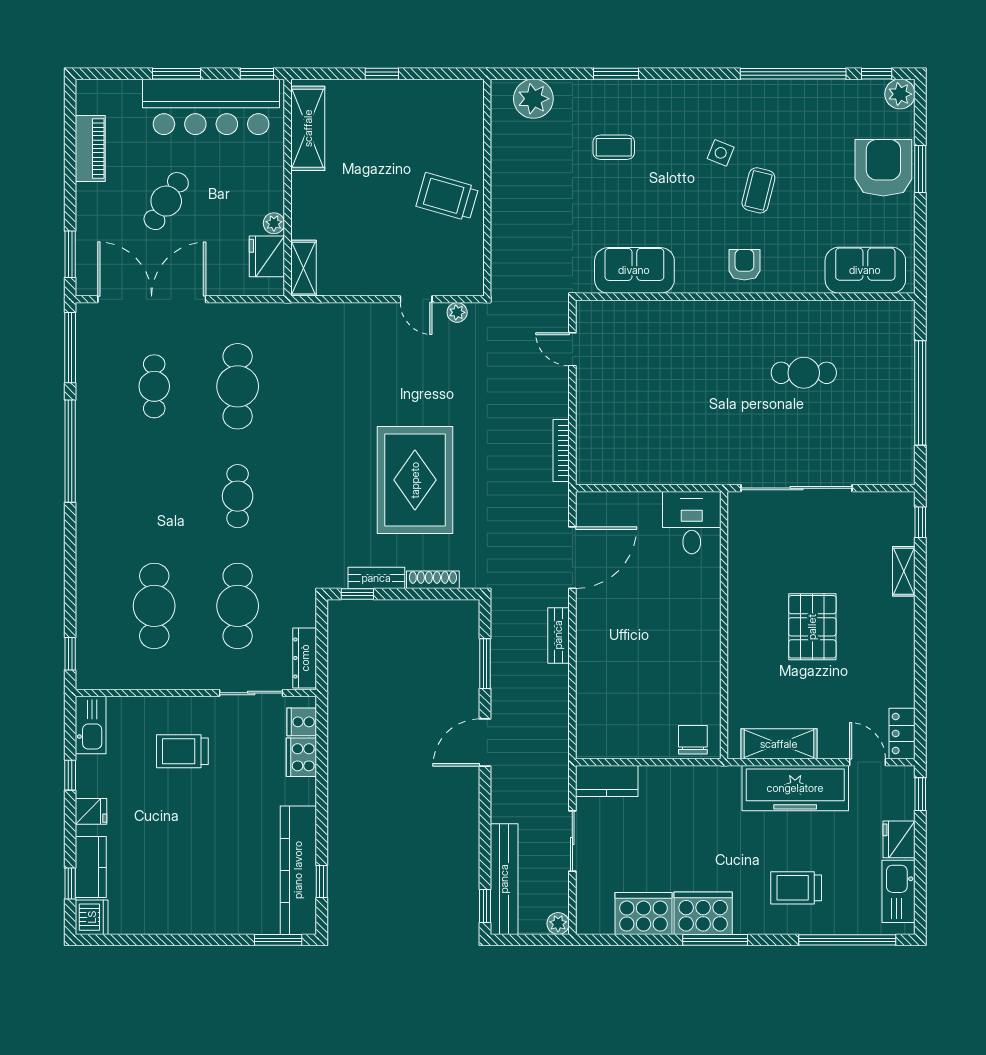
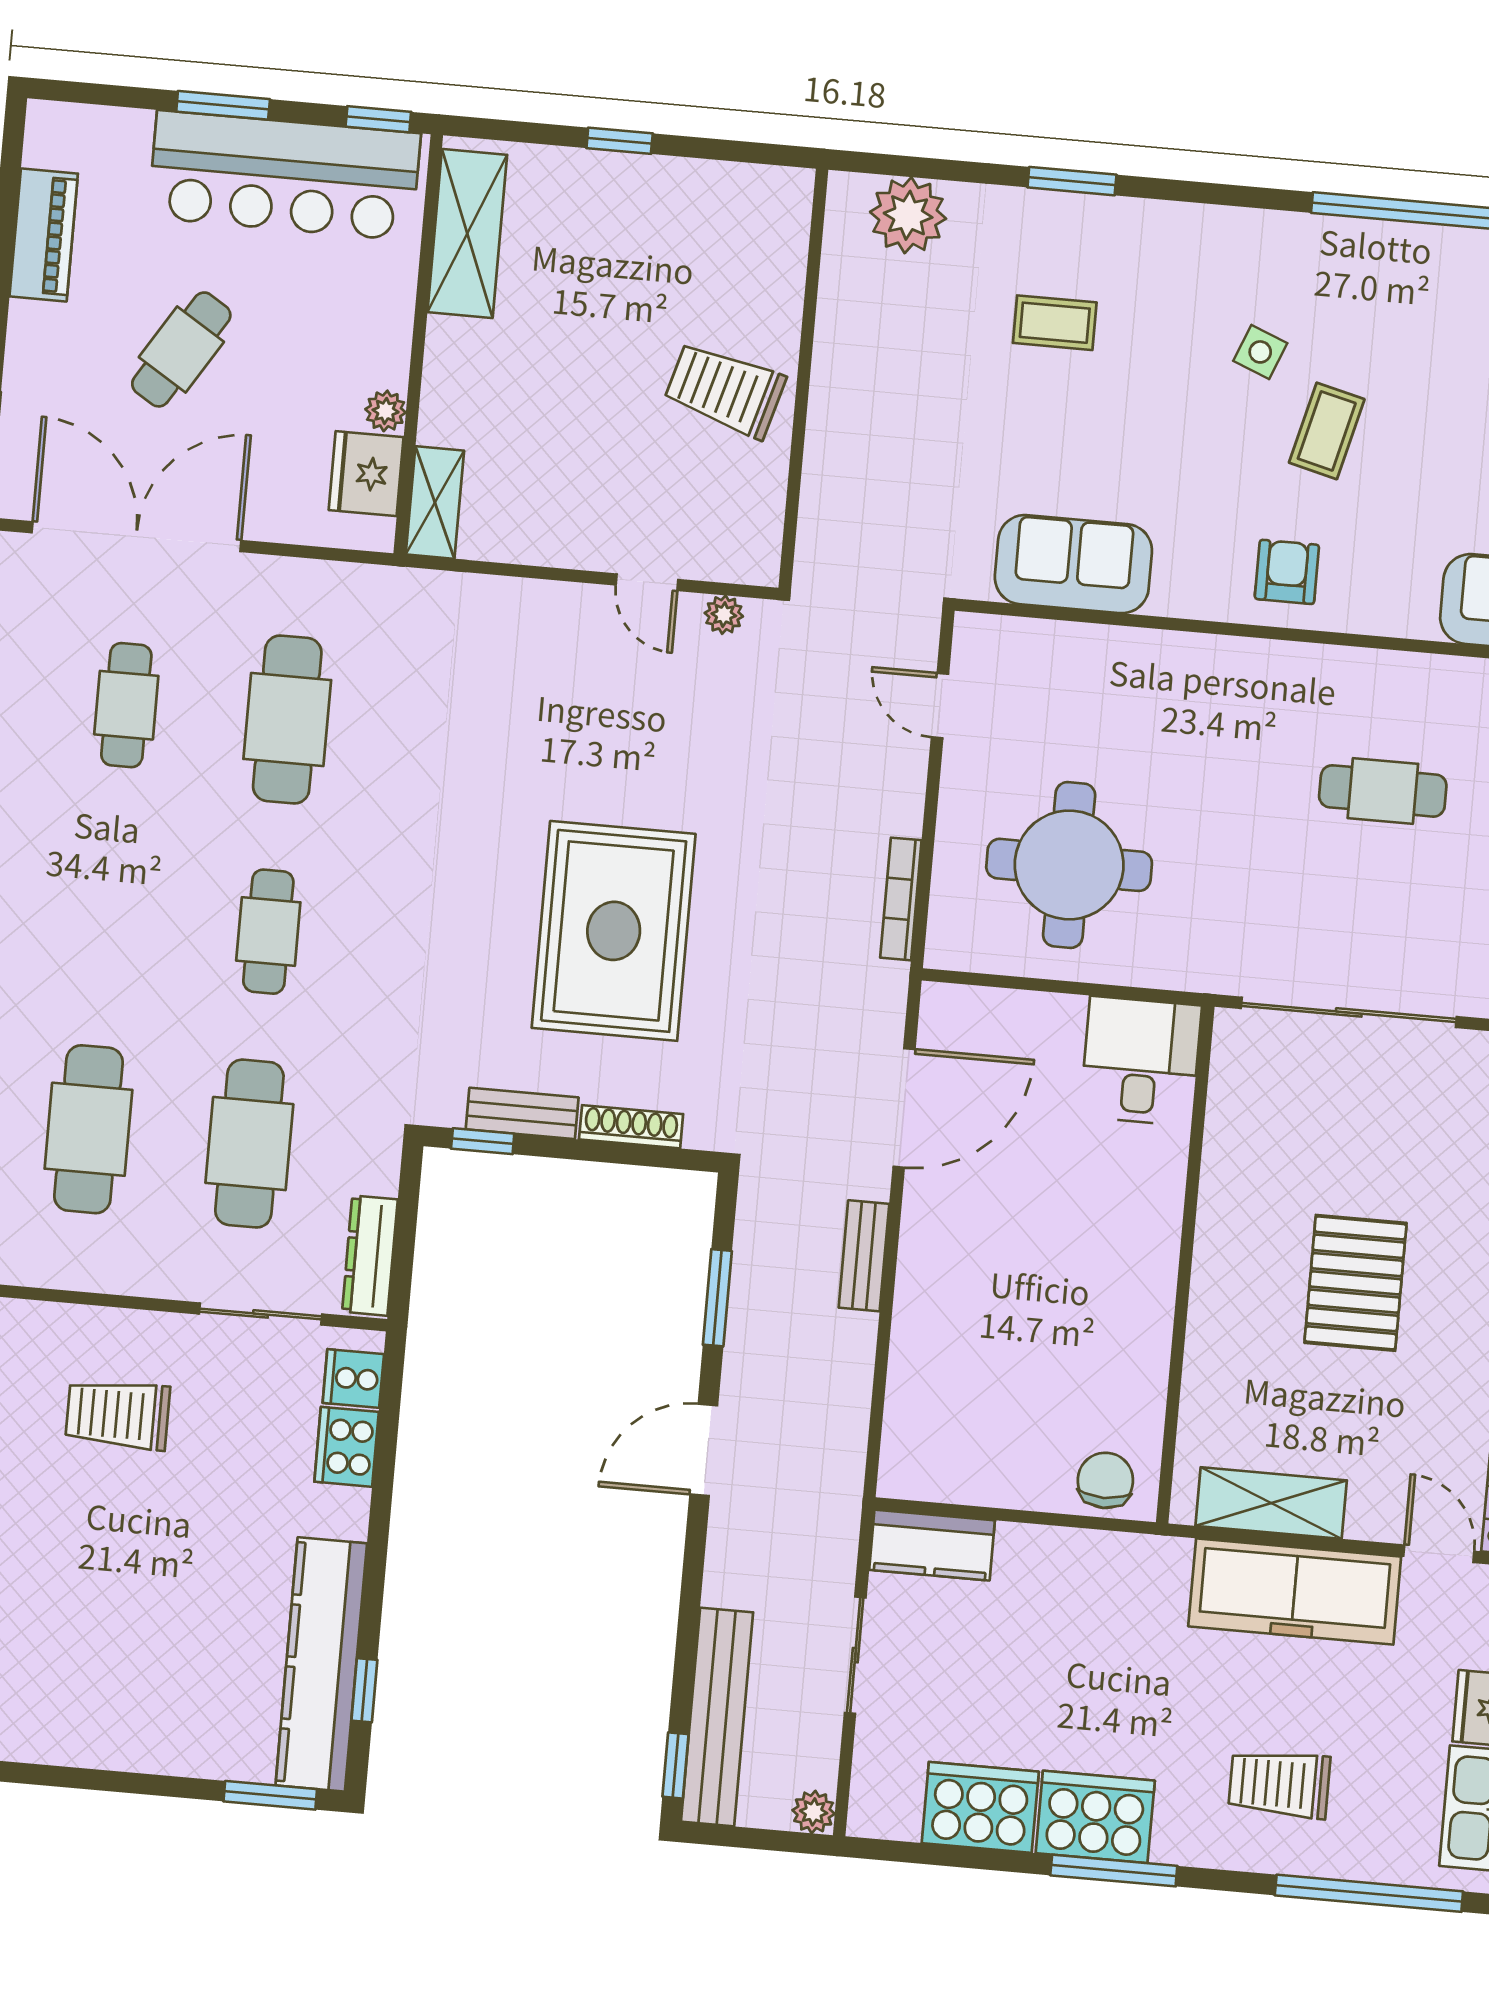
round table: (646, 425) -> (1069, 865), added

